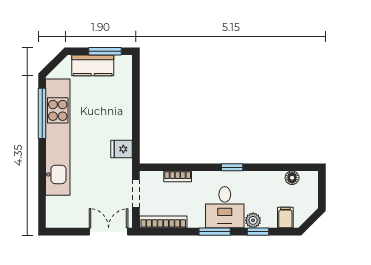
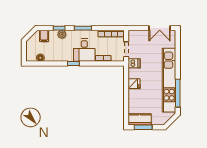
kitchen counter: (93, 65) -> (140, 119), moved
fridge: (122, 149) -> (134, 84), moved
dishwasher: (122, 168) -> (134, 63), added
desk: (225, 207) -> (84, 50), moved, turned 180
double door: (109, 232) -> (160, 28), moved

